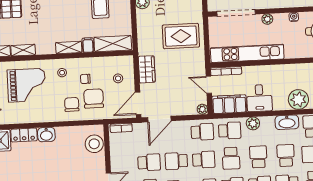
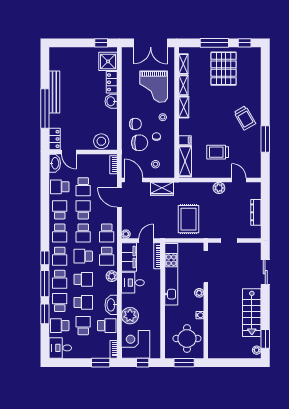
shelving: (69, 48) -> (184, 107), moved

